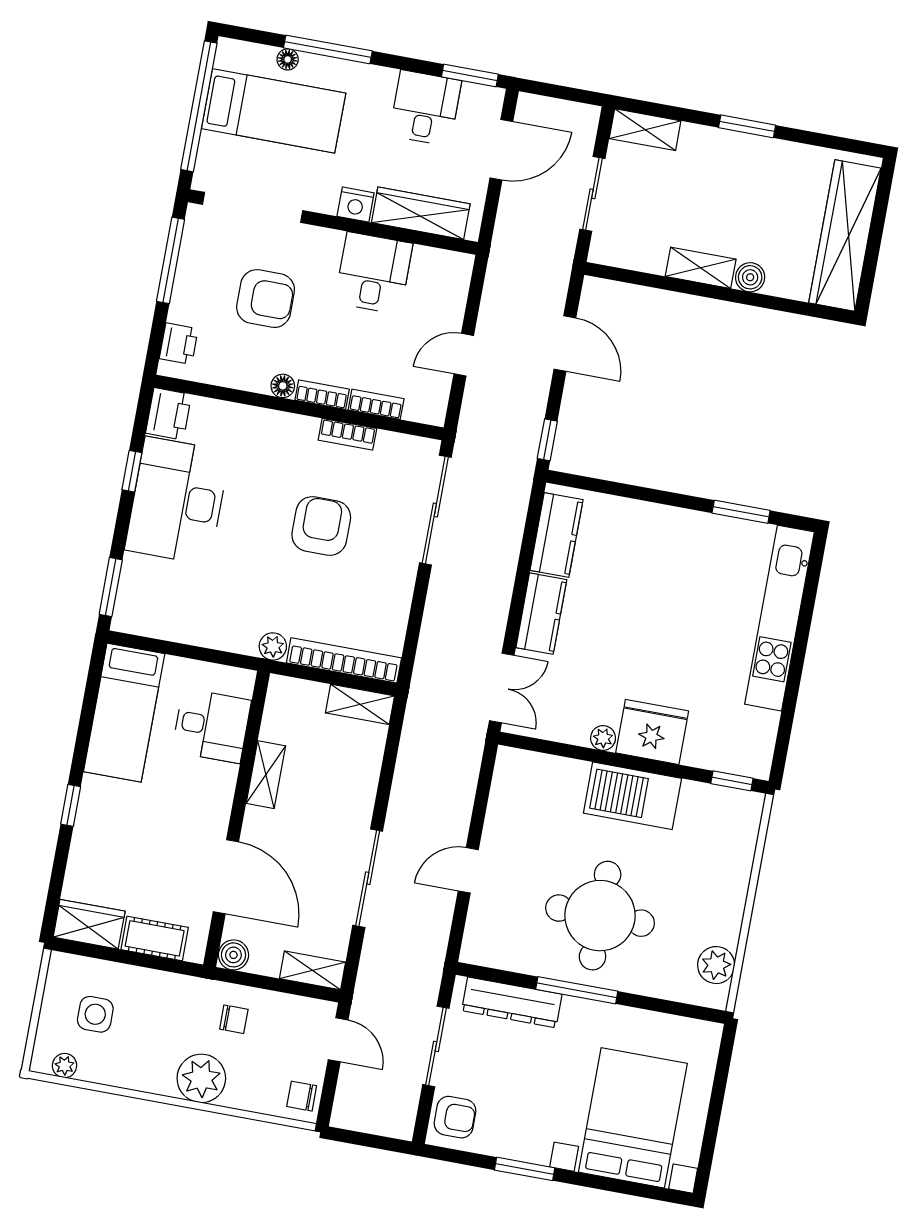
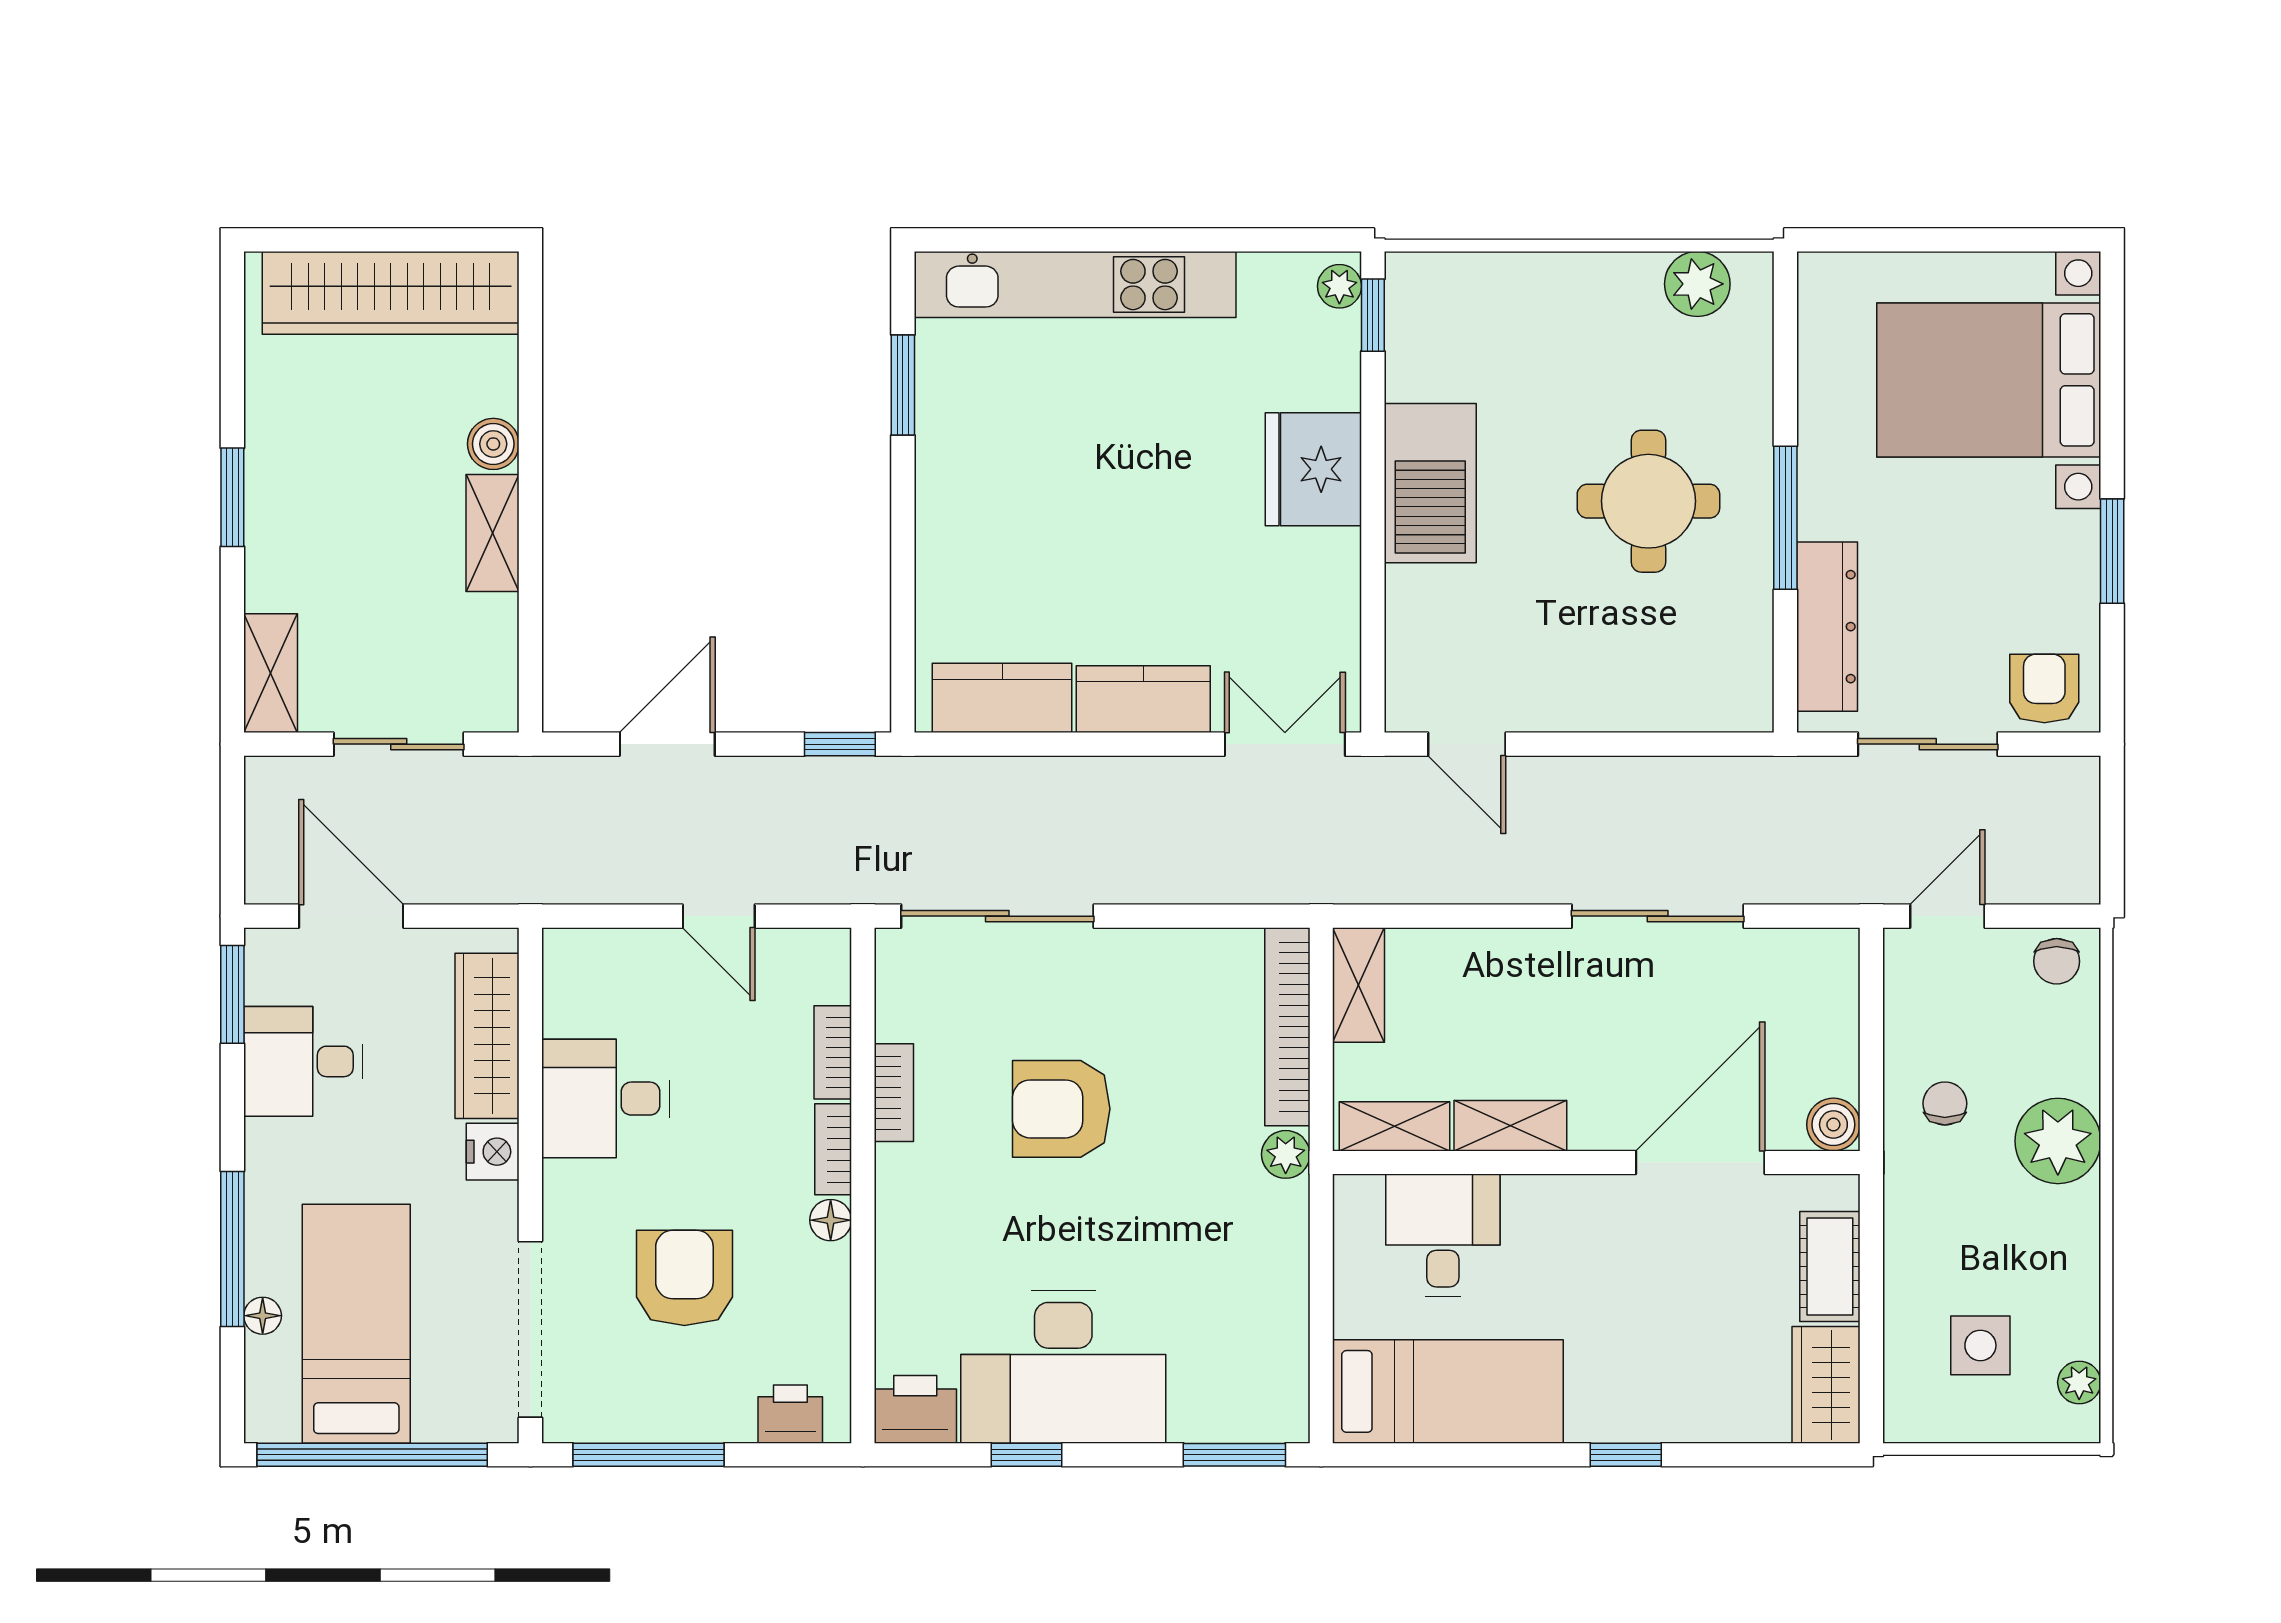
plant: (603, 738) -> (1339, 286), moved
door: (468, 870) -> (1467, 744), moved
round table: (600, 916) -> (1648, 501), width x0.73, depth x0.73
shelving: (312, 970) -> (1394, 1126), moved, turned 90

